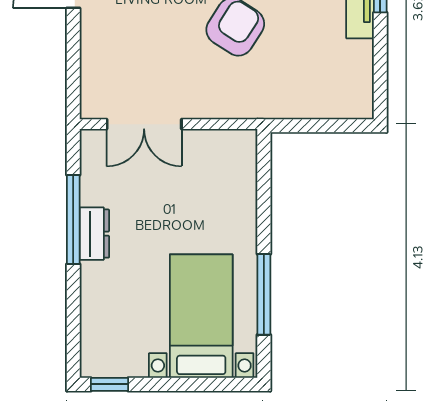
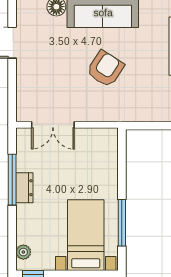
plant: (93, 345) -> (23, 252), added

